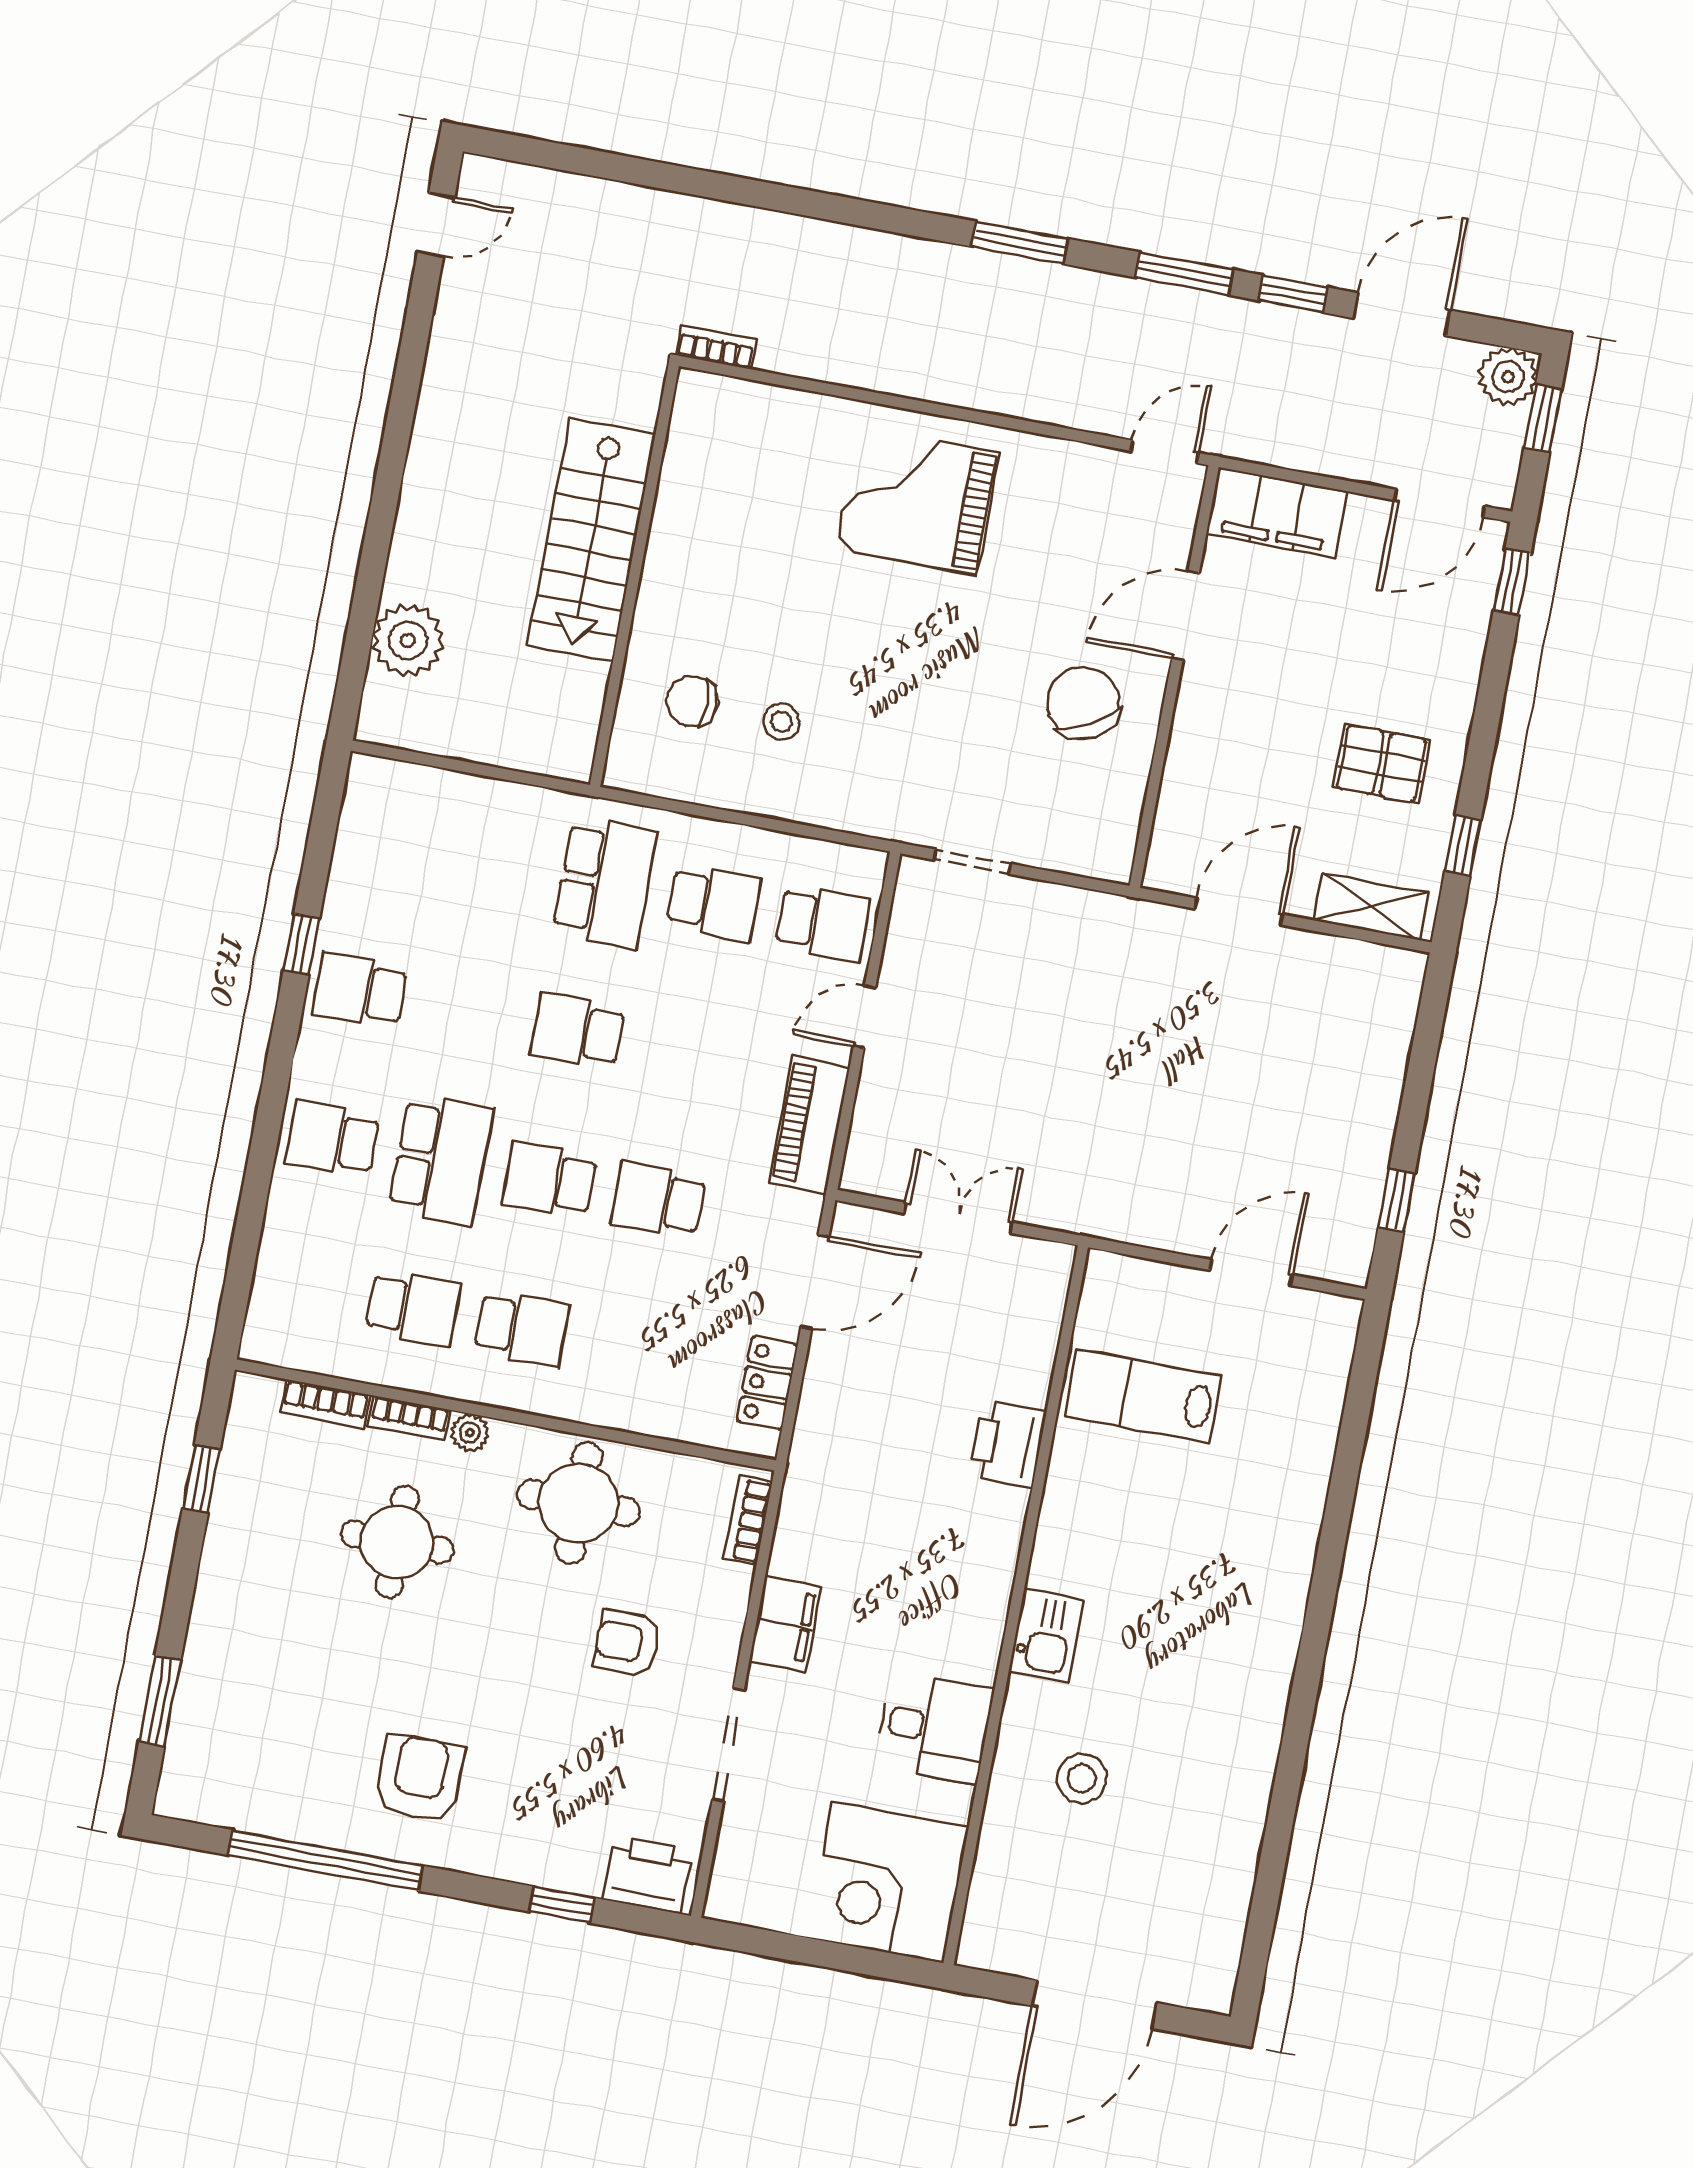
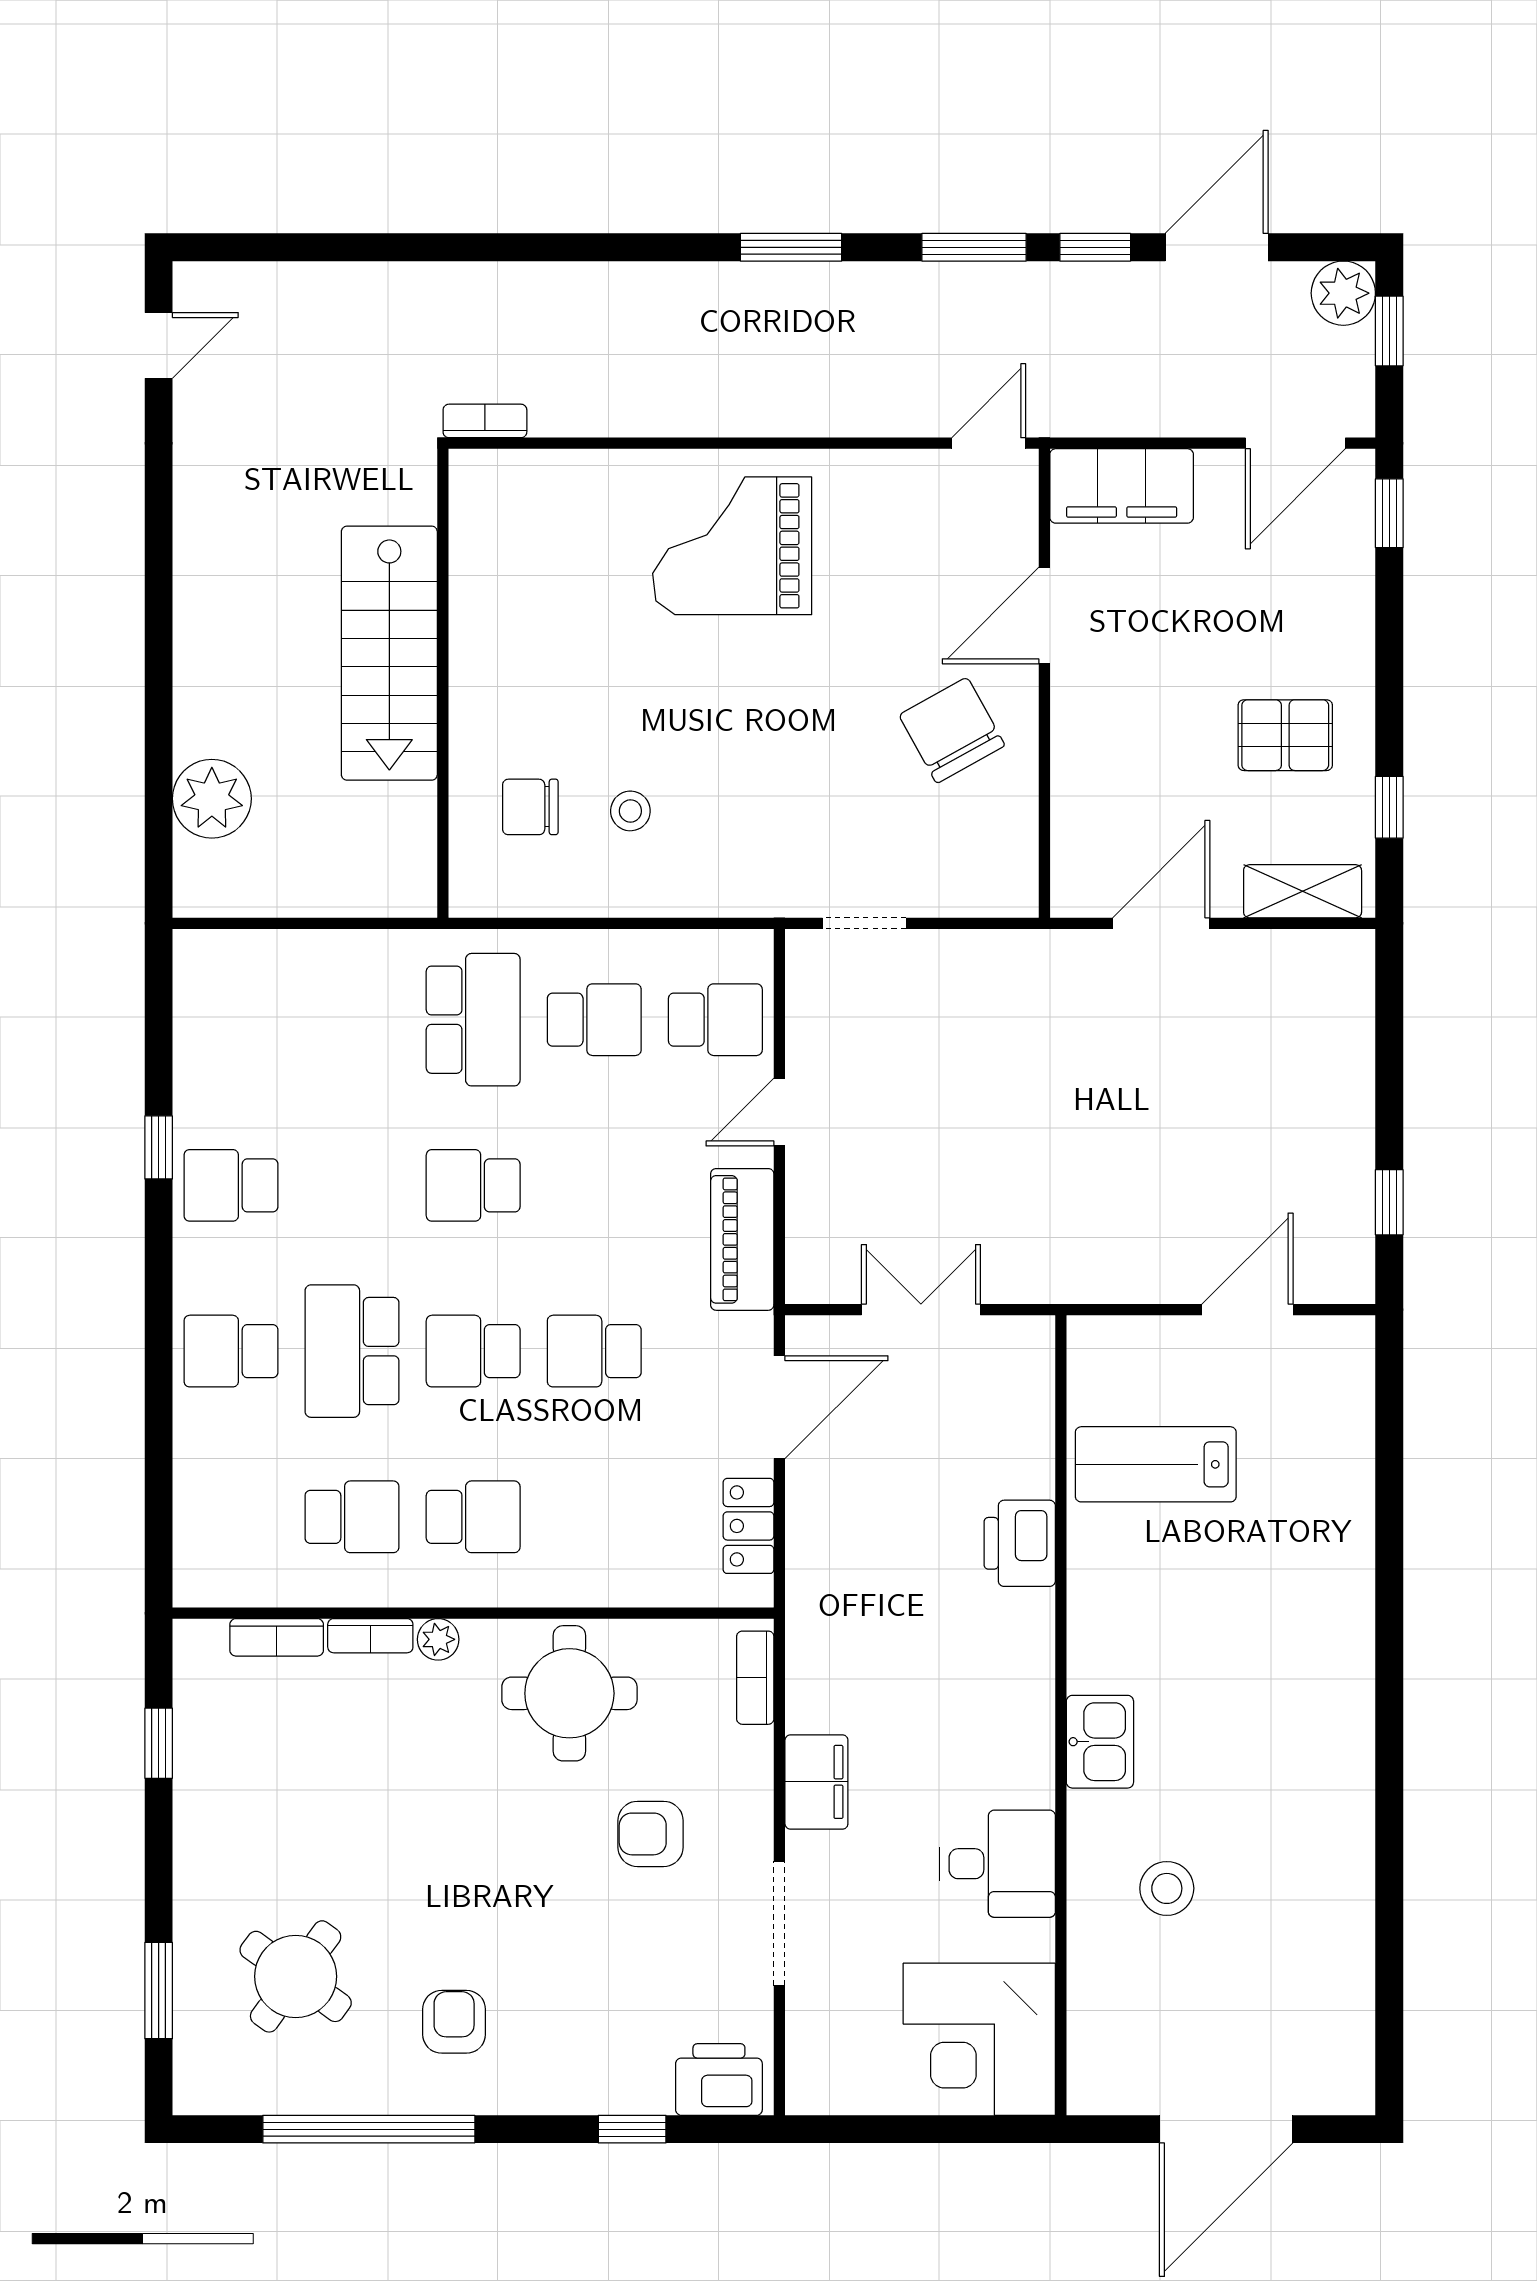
school desk: (441, 1159) -> (352, 1351), turned 180
round table: (397, 1542) -> (296, 1976), moved, turned 36
armchair: (420, 1778) -> (454, 2022), width x0.72, depth x0.72

